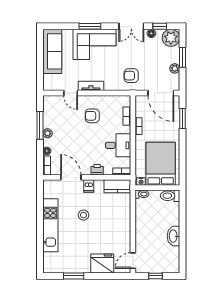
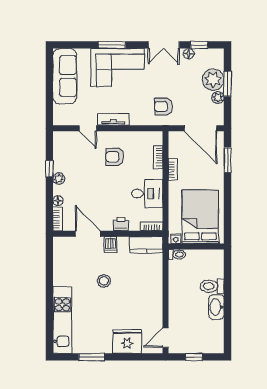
plant: (171, 38) -> (213, 80), moved
window: (40, 125) -> (49, 169), width x0.46
toilet: (170, 196) -> (212, 286), moved
kitchen unit: (50, 225) -> (62, 320), moved

